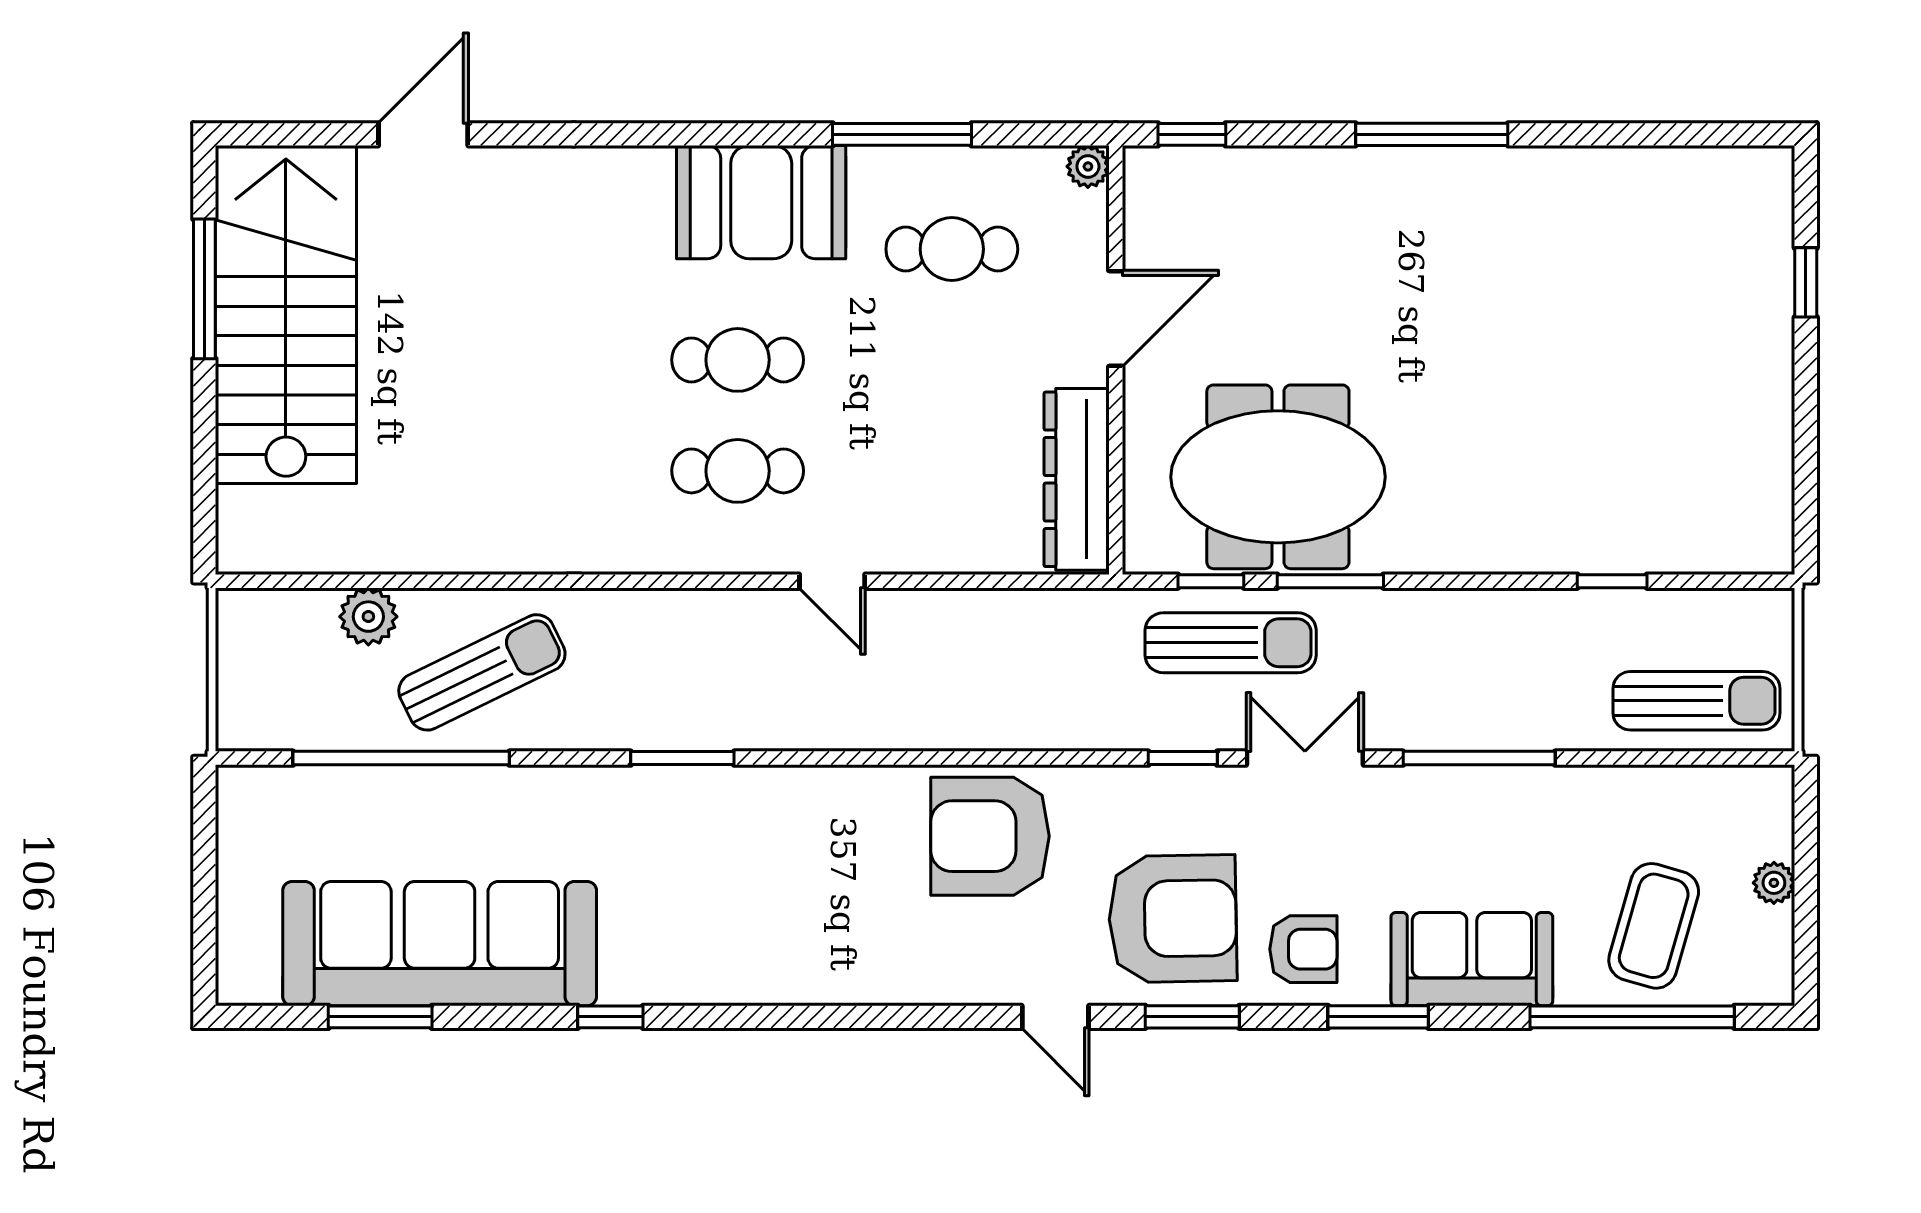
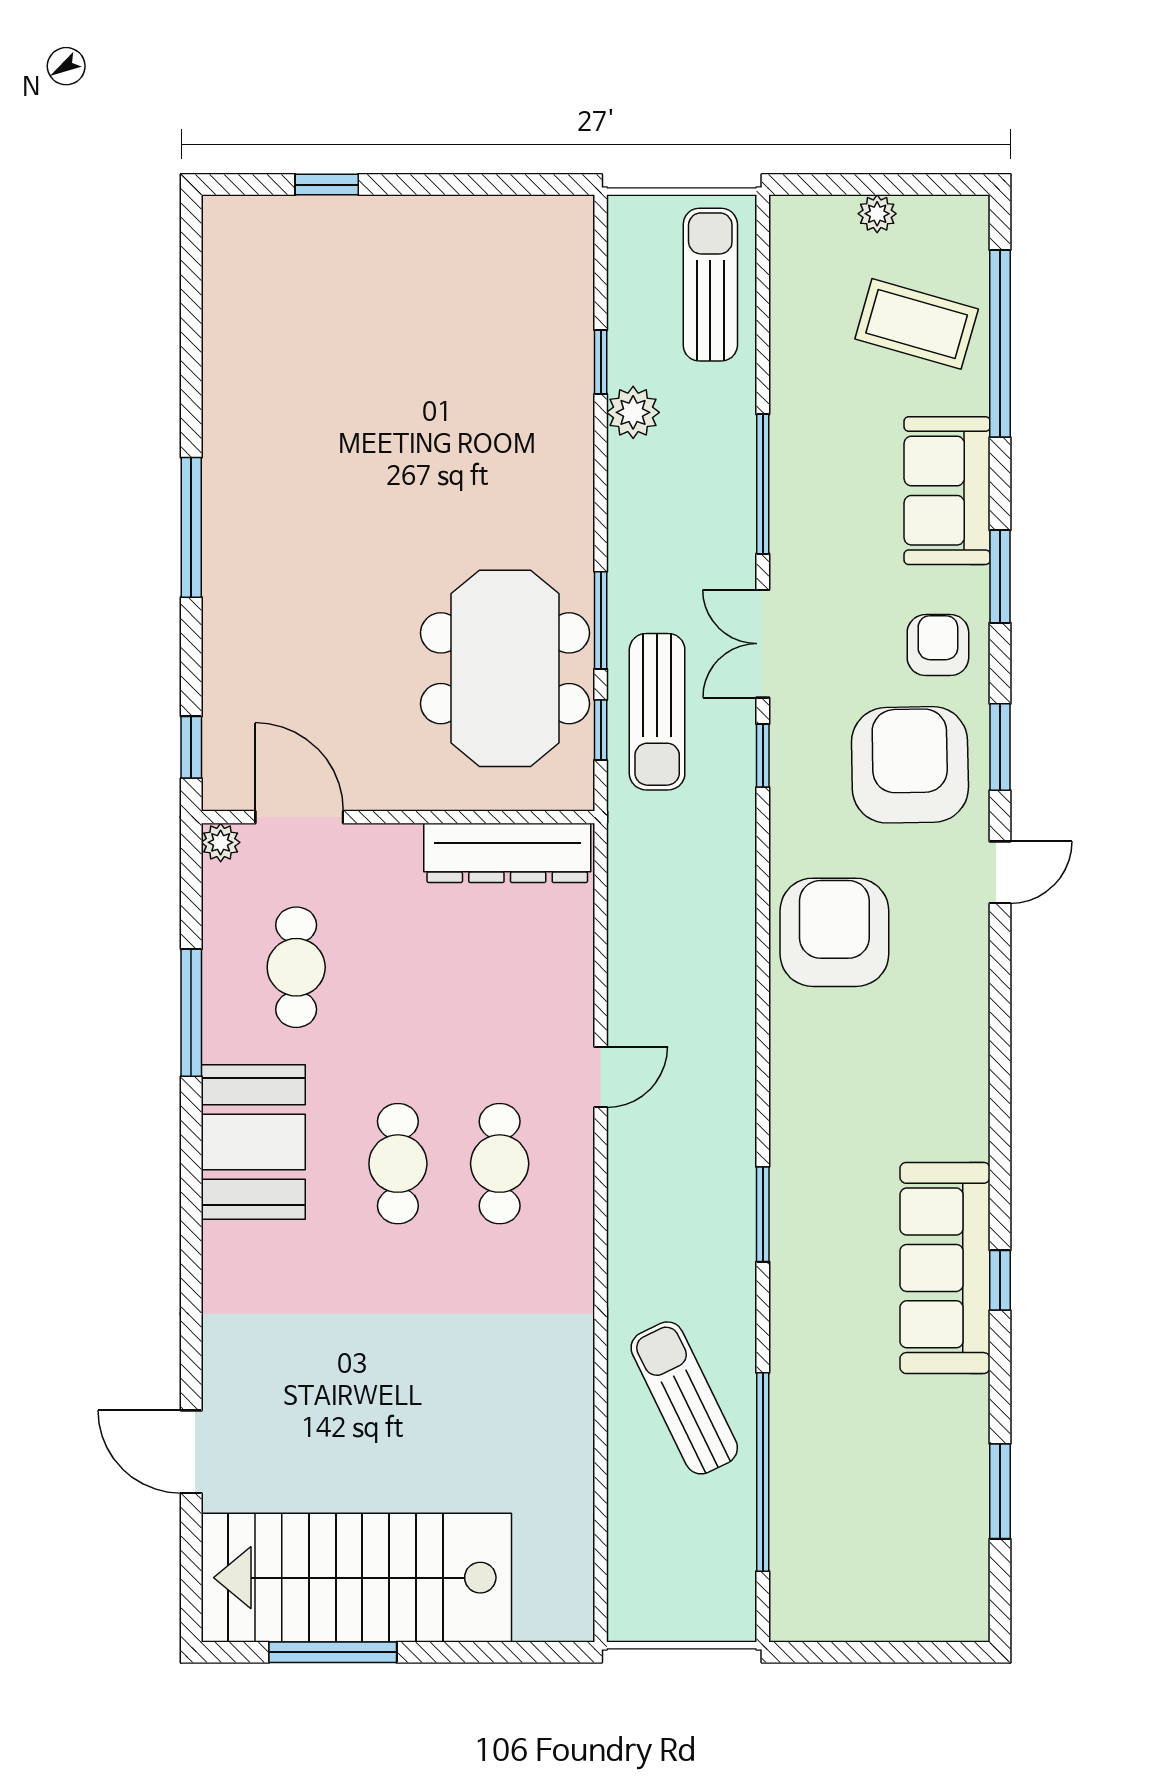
door: (1116, 318) -> (299, 817), moved
plant: (368, 617) -> (633, 412), moved
sun lounger: (1231, 643) -> (657, 712), turned 180
armchair: (990, 836) -> (834, 932), turned 180
sofa: (440, 944) -> (945, 1268), moved, width x0.74, depth x0.79

